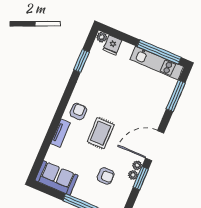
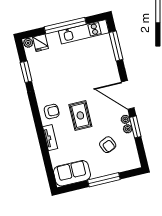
window: (159, 52) -> (65, 26), moved
armchair: (78, 111) -> (52, 111), turned 90
door: (155, 146) -> (128, 95), hinge flipped
armchair: (106, 176) -> (108, 145), turned 66

